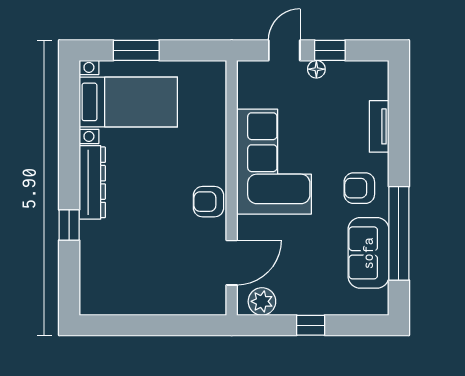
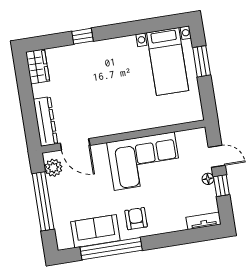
tv unit: (379, 126) -> (204, 221), moved
dresser: (92, 182) -> (45, 121), moved, turned -90
armchair: (209, 202) -> (112, 123), removed
wardrobe: (104, 301) -> (38, 67), added
window: (311, 325) -> (43, 201), width x3.17

